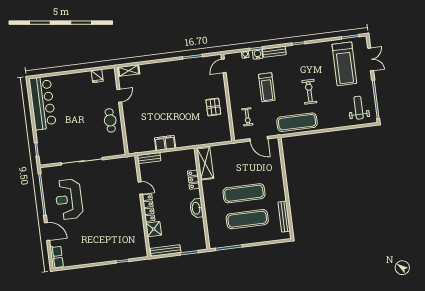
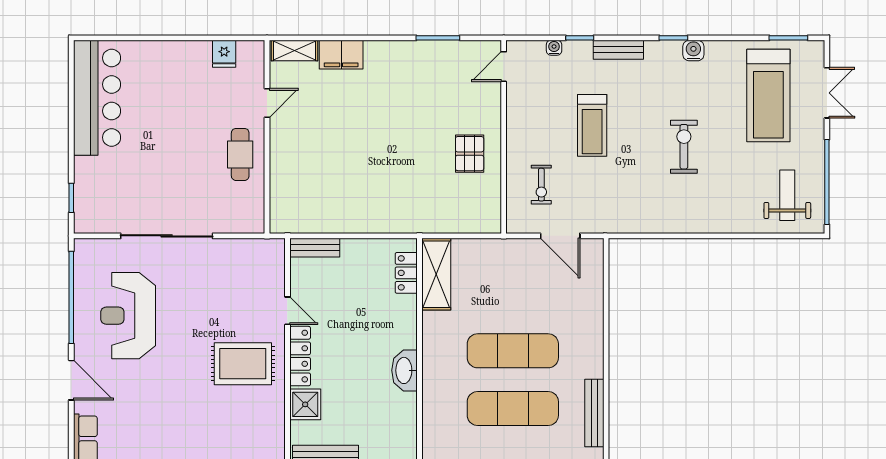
water cooler: (258, 54) -> (693, 51), moved
exercise mat: (297, 122) -> (649, 210), removed
filing cabinet: (165, 143) -> (341, 55), moved, turned 180
locker: (194, 180) -> (406, 273), moved
rug: (123, 214) -> (243, 364), added

